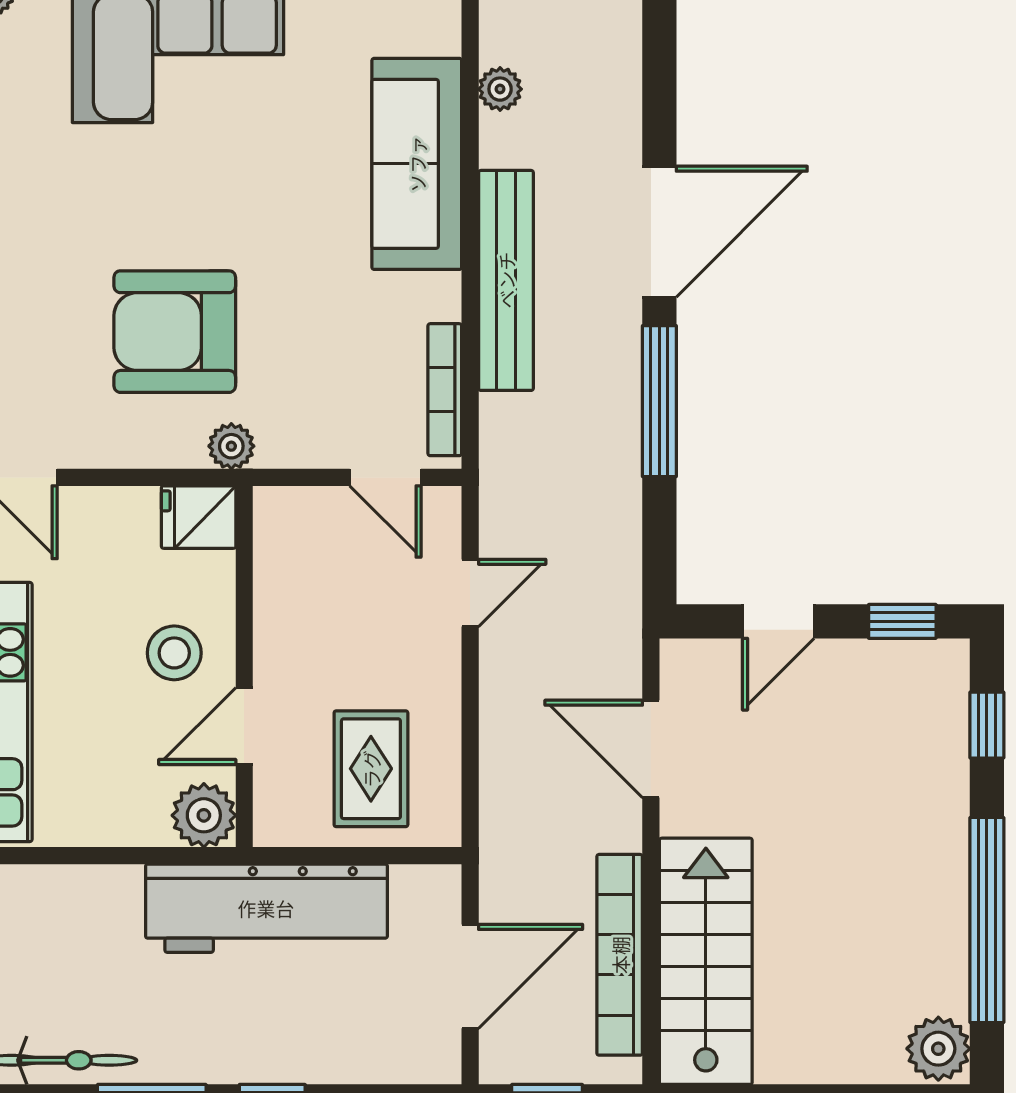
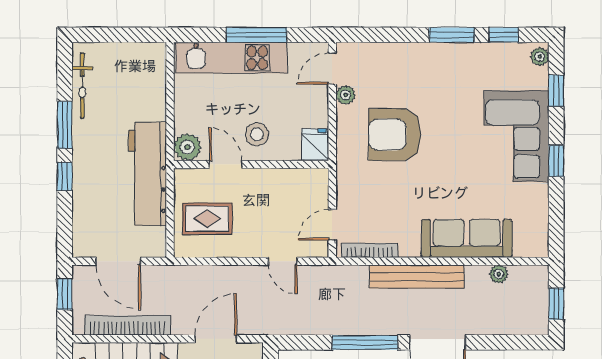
armchair: (175, 332) -> (395, 135), turned -90
plant: (231, 446) -> (346, 95), moved

